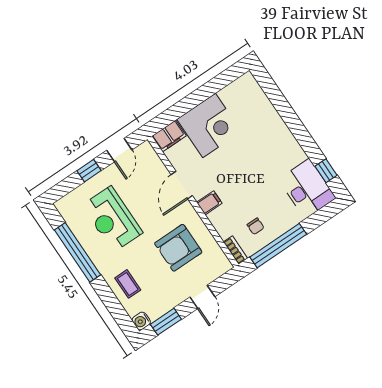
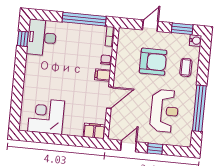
corner desk: (209, 125) -> (46, 116), moved
chair: (256, 226) -> (106, 60), moved
armchair: (178, 248) -> (153, 62), moved

